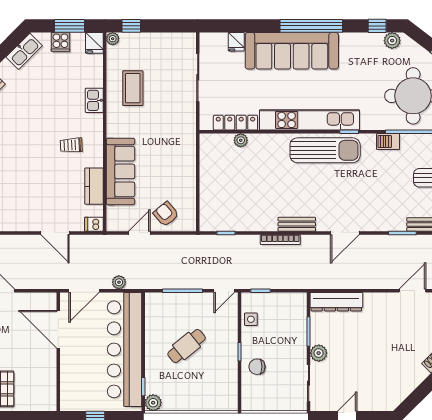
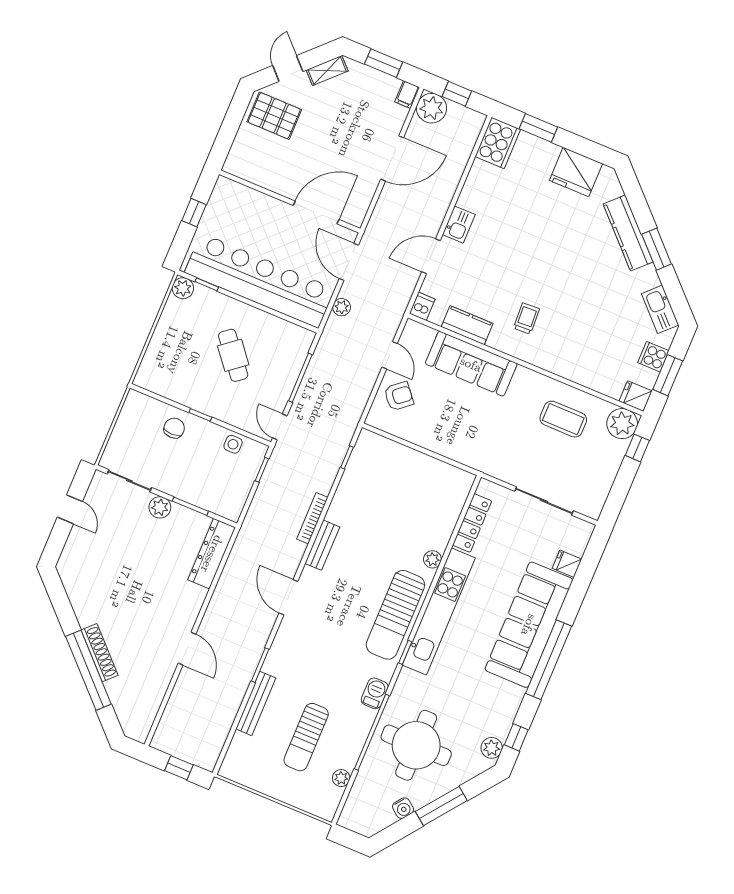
plant: (113, 39) -> (622, 424), width x1.88, depth x1.88
kitchen sink: (94, 100) -> (459, 225), moved, turned 90
plant: (241, 140) -> (432, 559), moved

